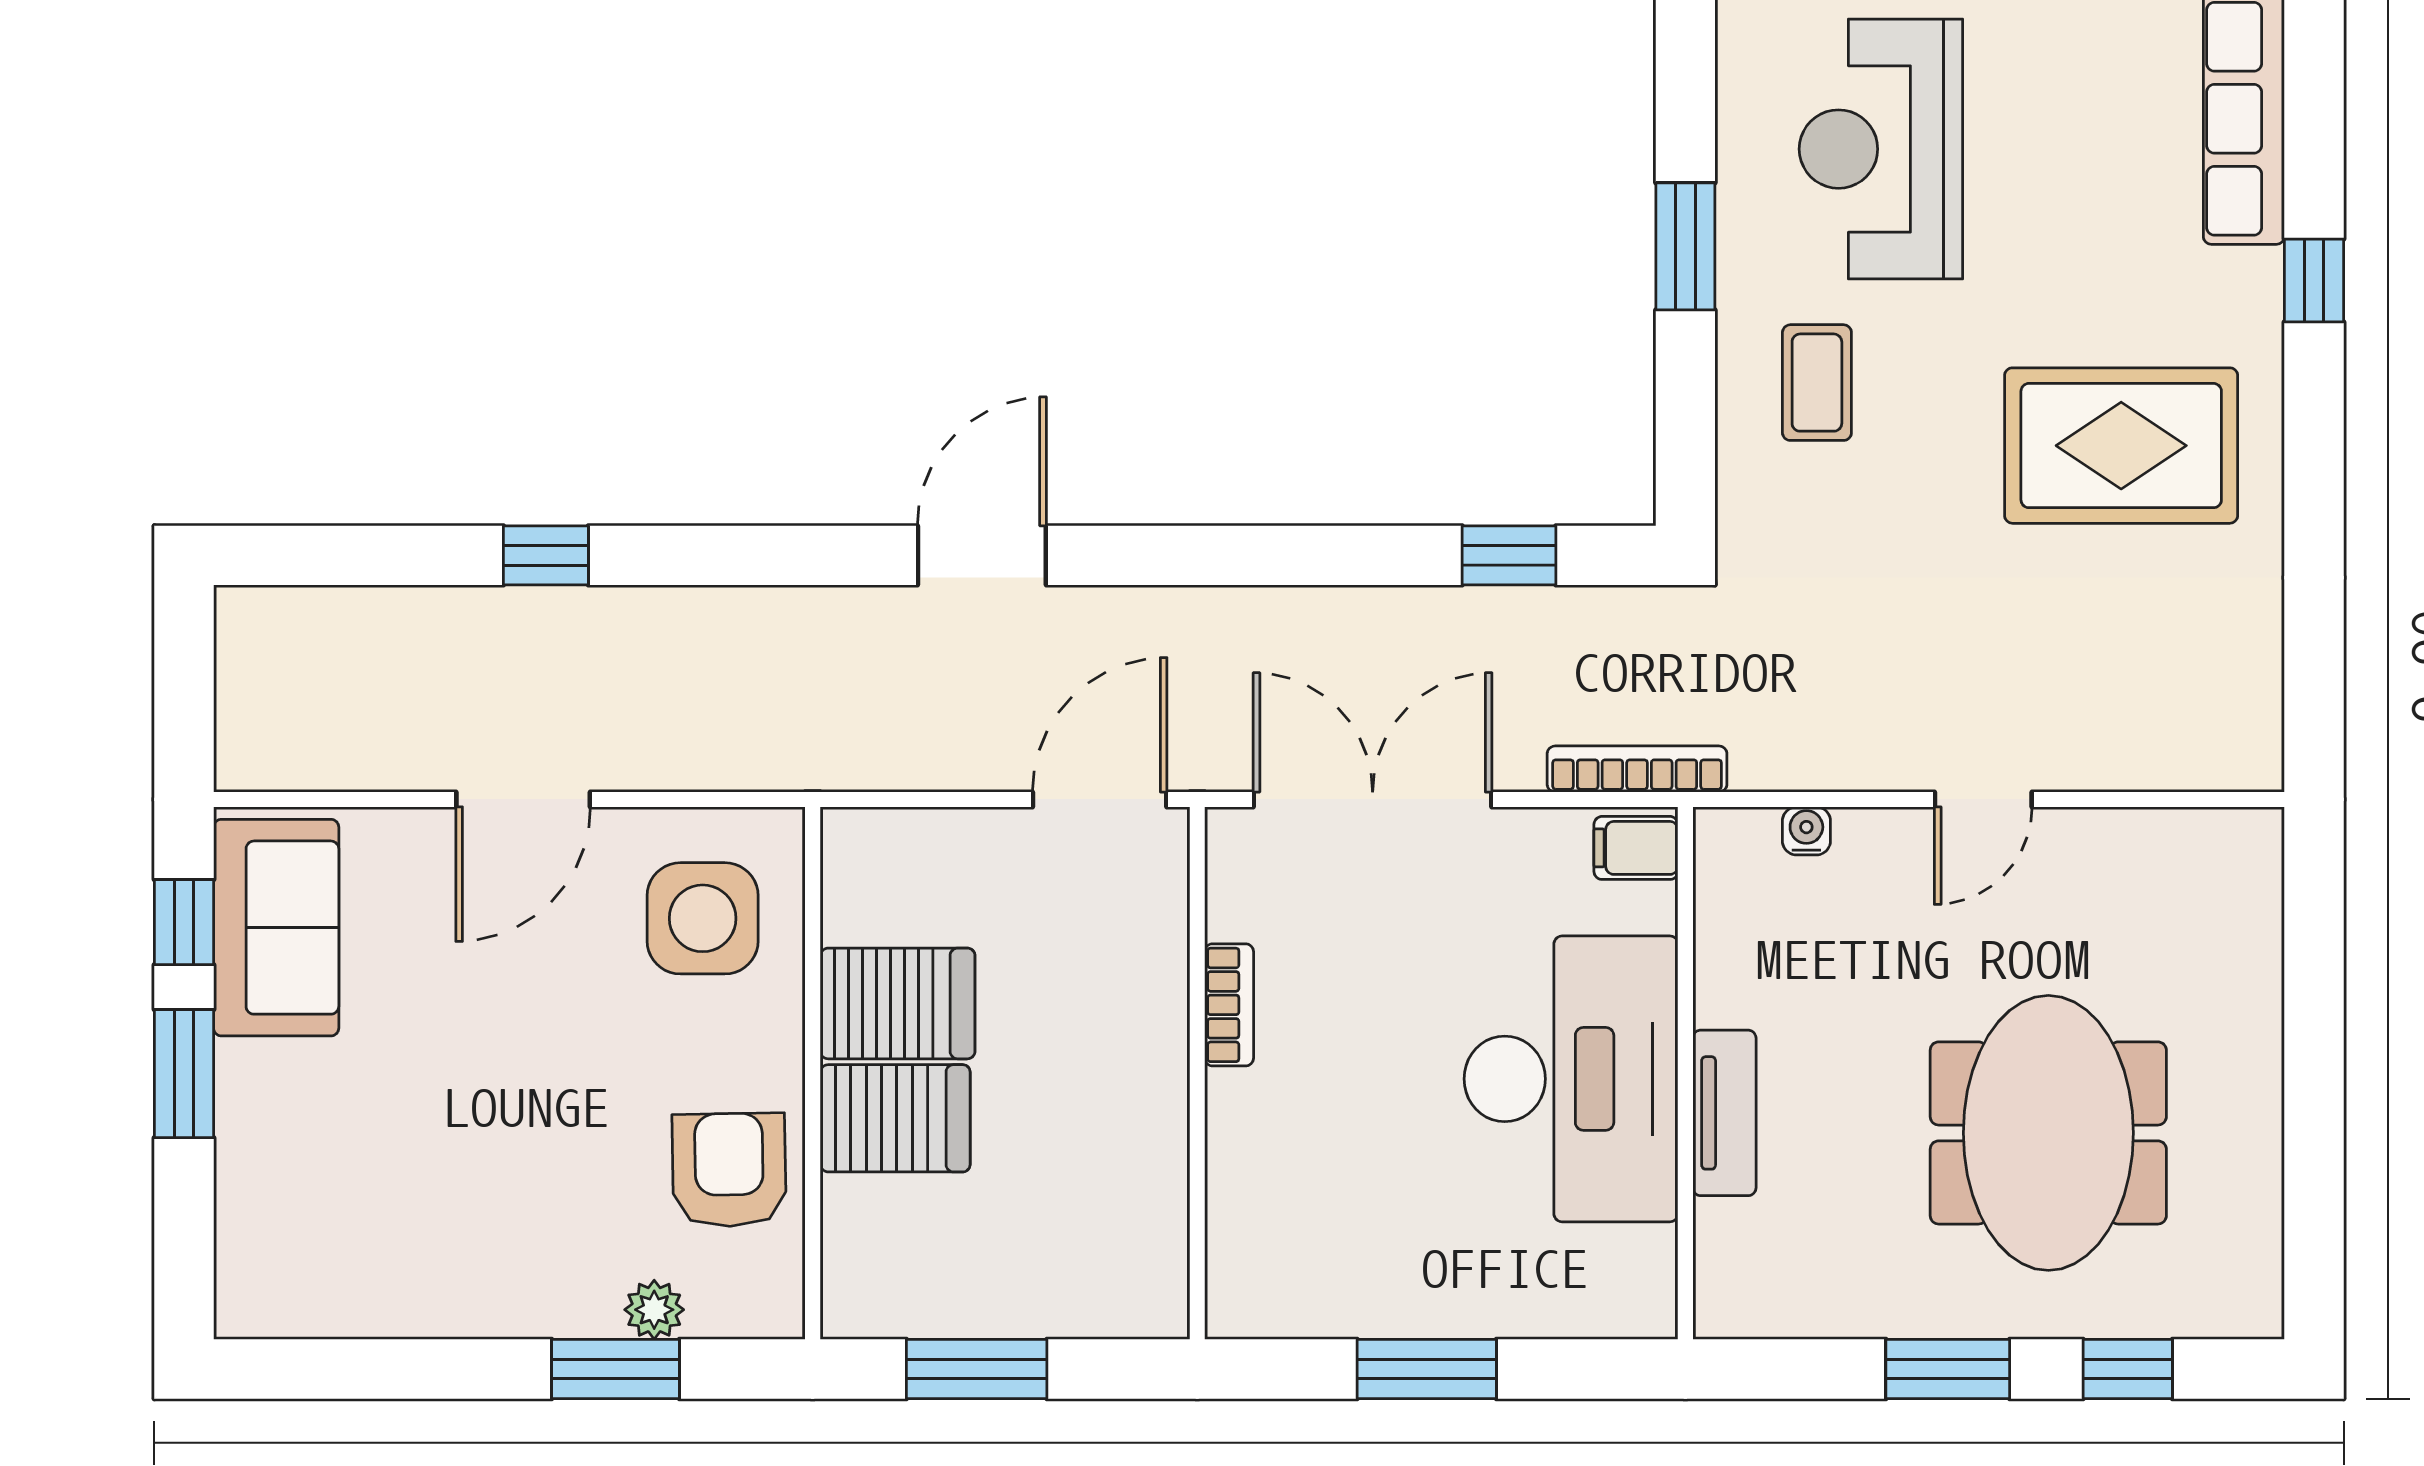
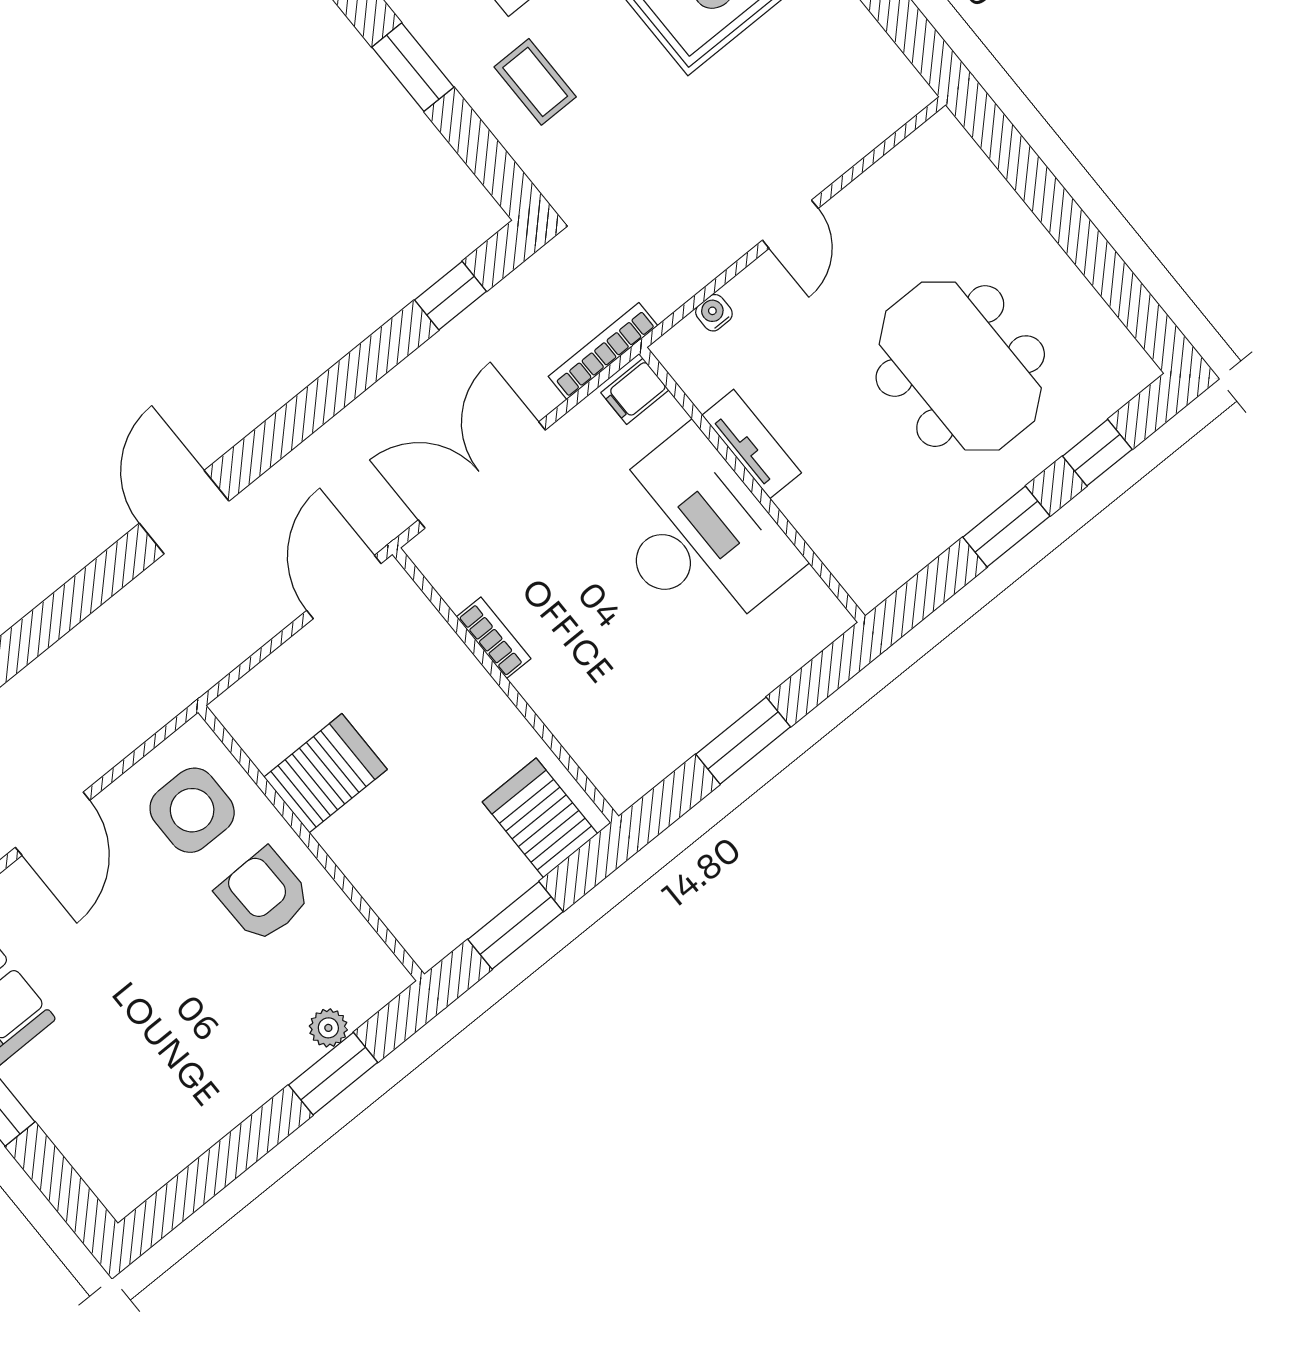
tv unit: (1724, 1113) -> (752, 444), moved
server rack: (895, 1118) -> (540, 818), moved, turned -90
armchair: (729, 1170) -> (264, 895), moved

